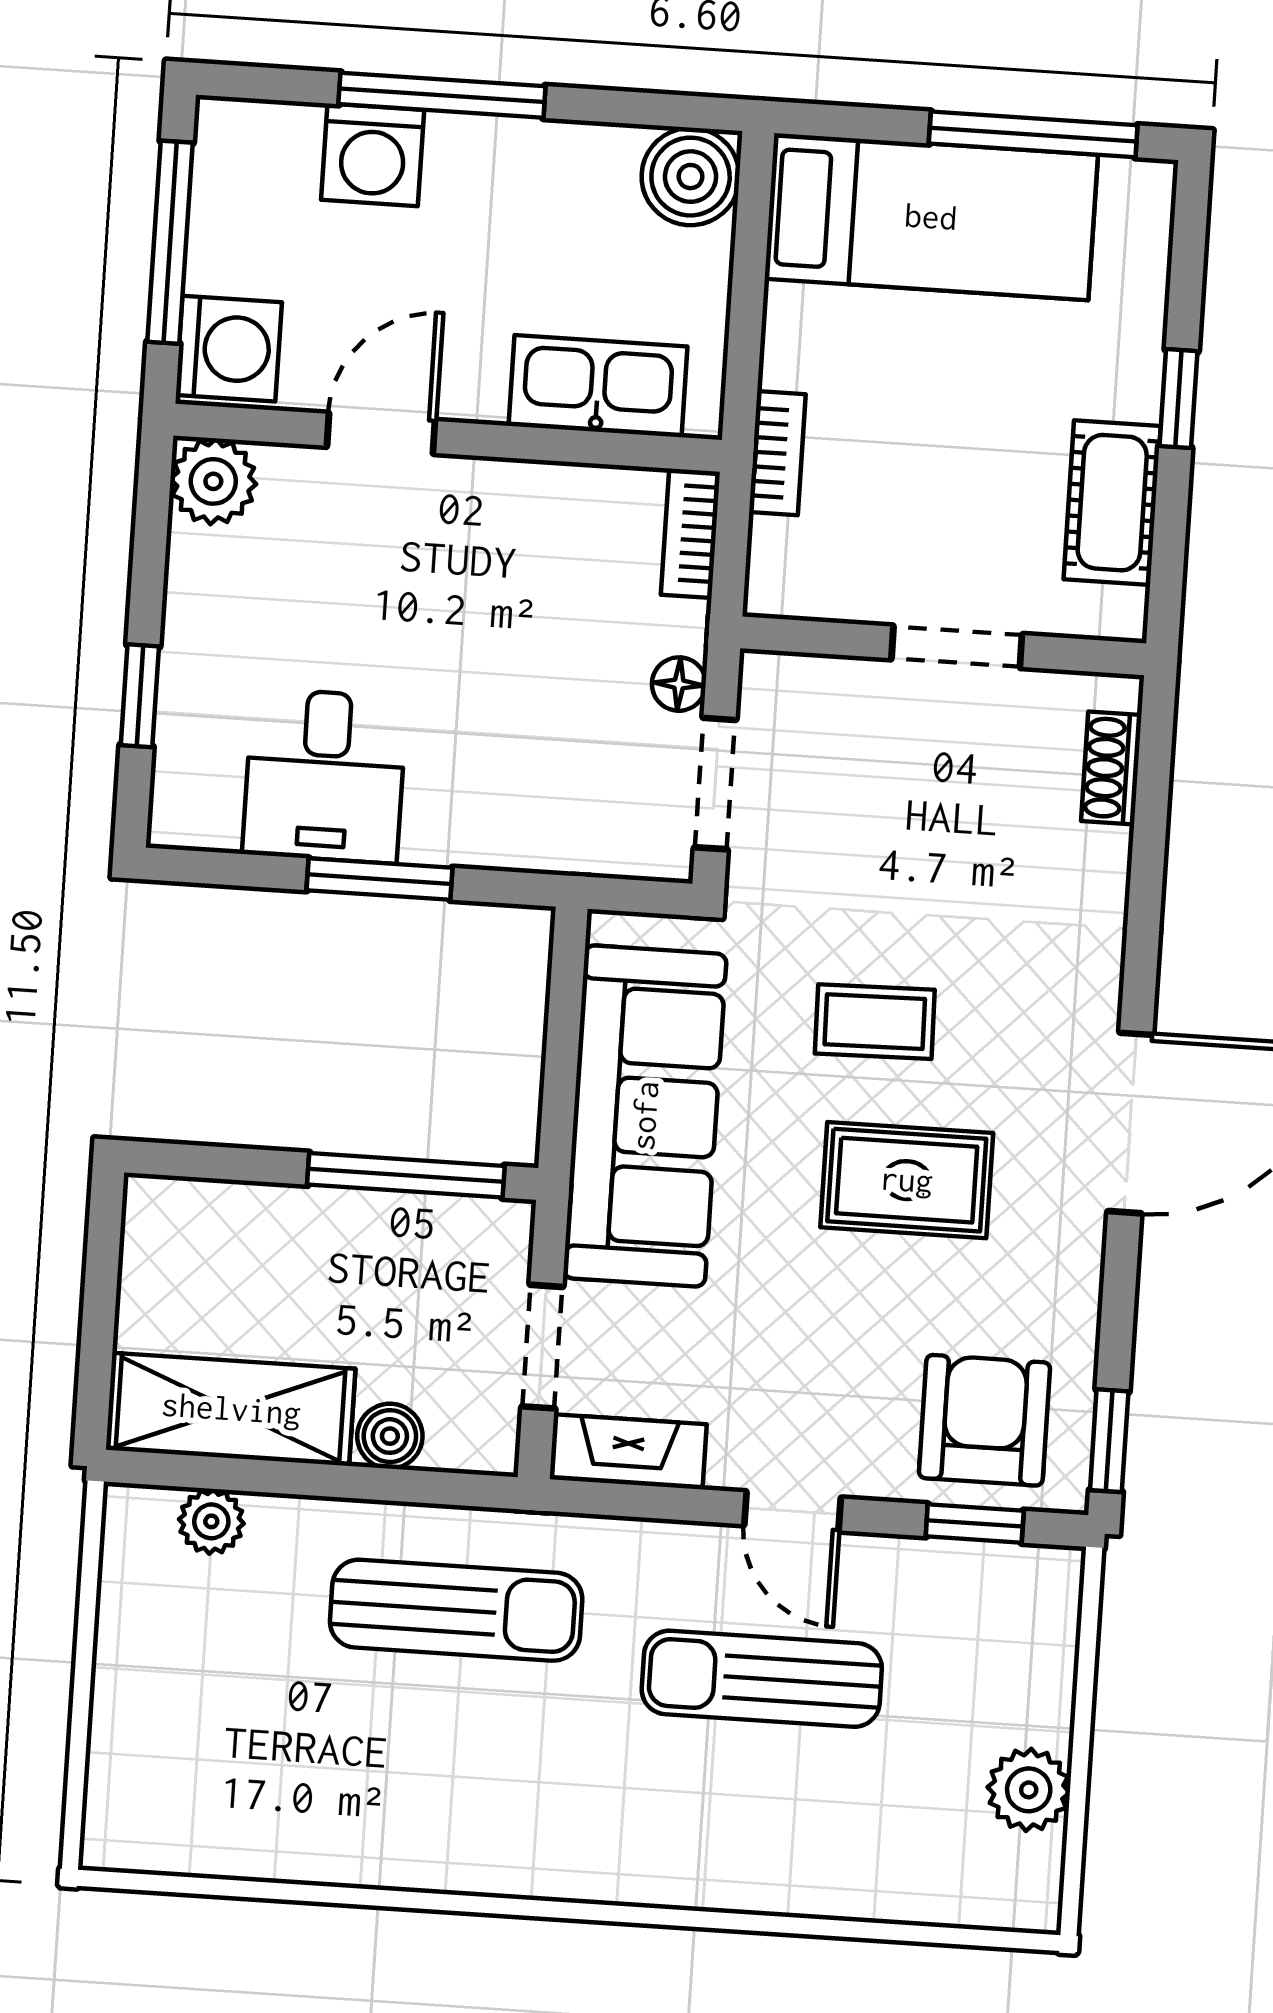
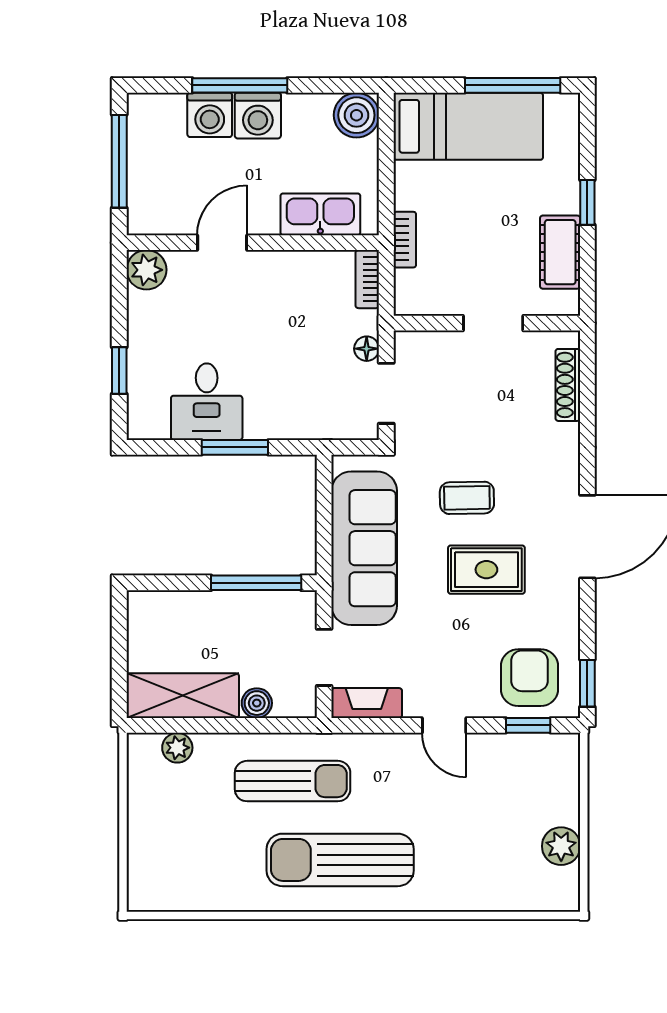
washing machine: (229, 349) -> (258, 116), moved, turned 90
shoe rack: (1111, 768) -> (568, 385), width x1.43
sun lounger: (762, 1679) -> (340, 860), moved, width x1.36, depth x1.34

